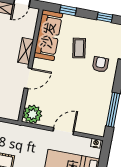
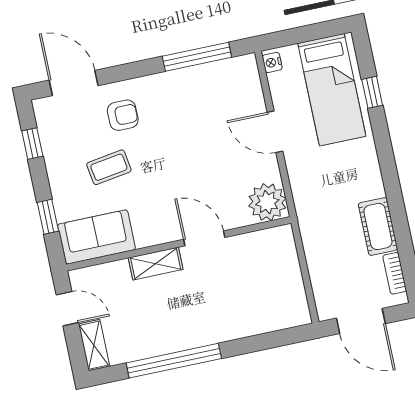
sofa: (48, 35) -> (96, 237), width x0.73
armchair: (100, 64) -> (123, 115), turned 180

